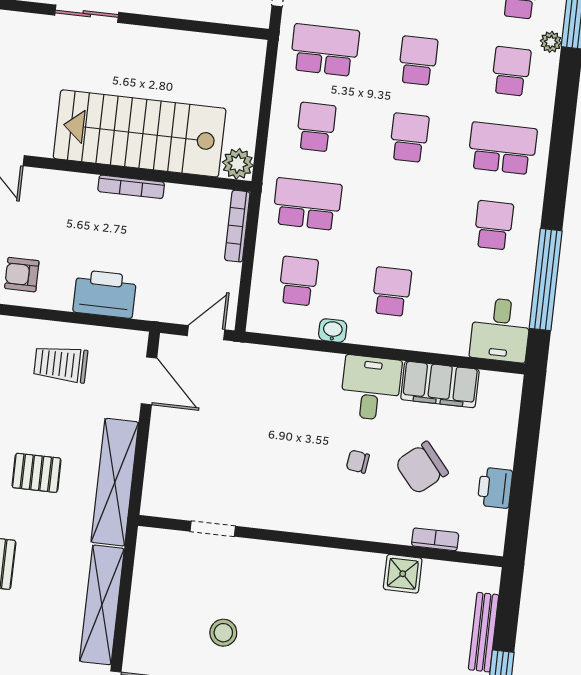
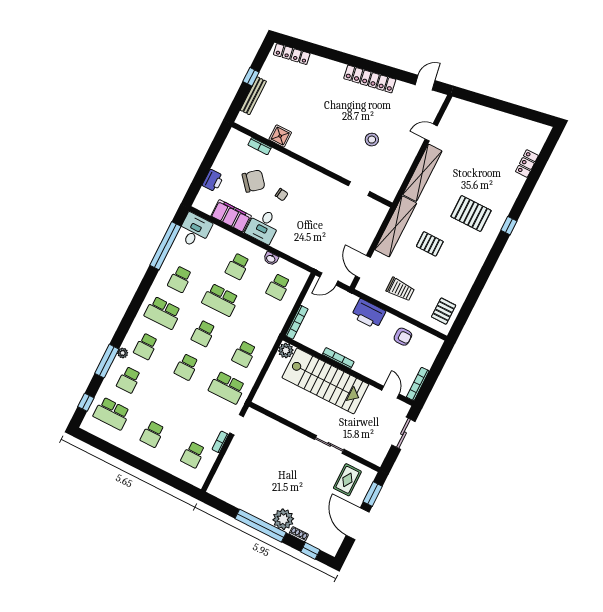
school desk: (307, 204) -> (220, 300), moved
printer: (495, 488) -> (213, 181), moved

